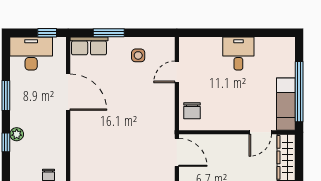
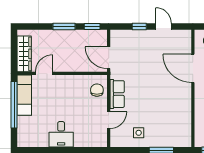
row of seats: (89, 46) -> (117, 94), moved, turned 90
door: (68, 92) -> (193, 68), moved

